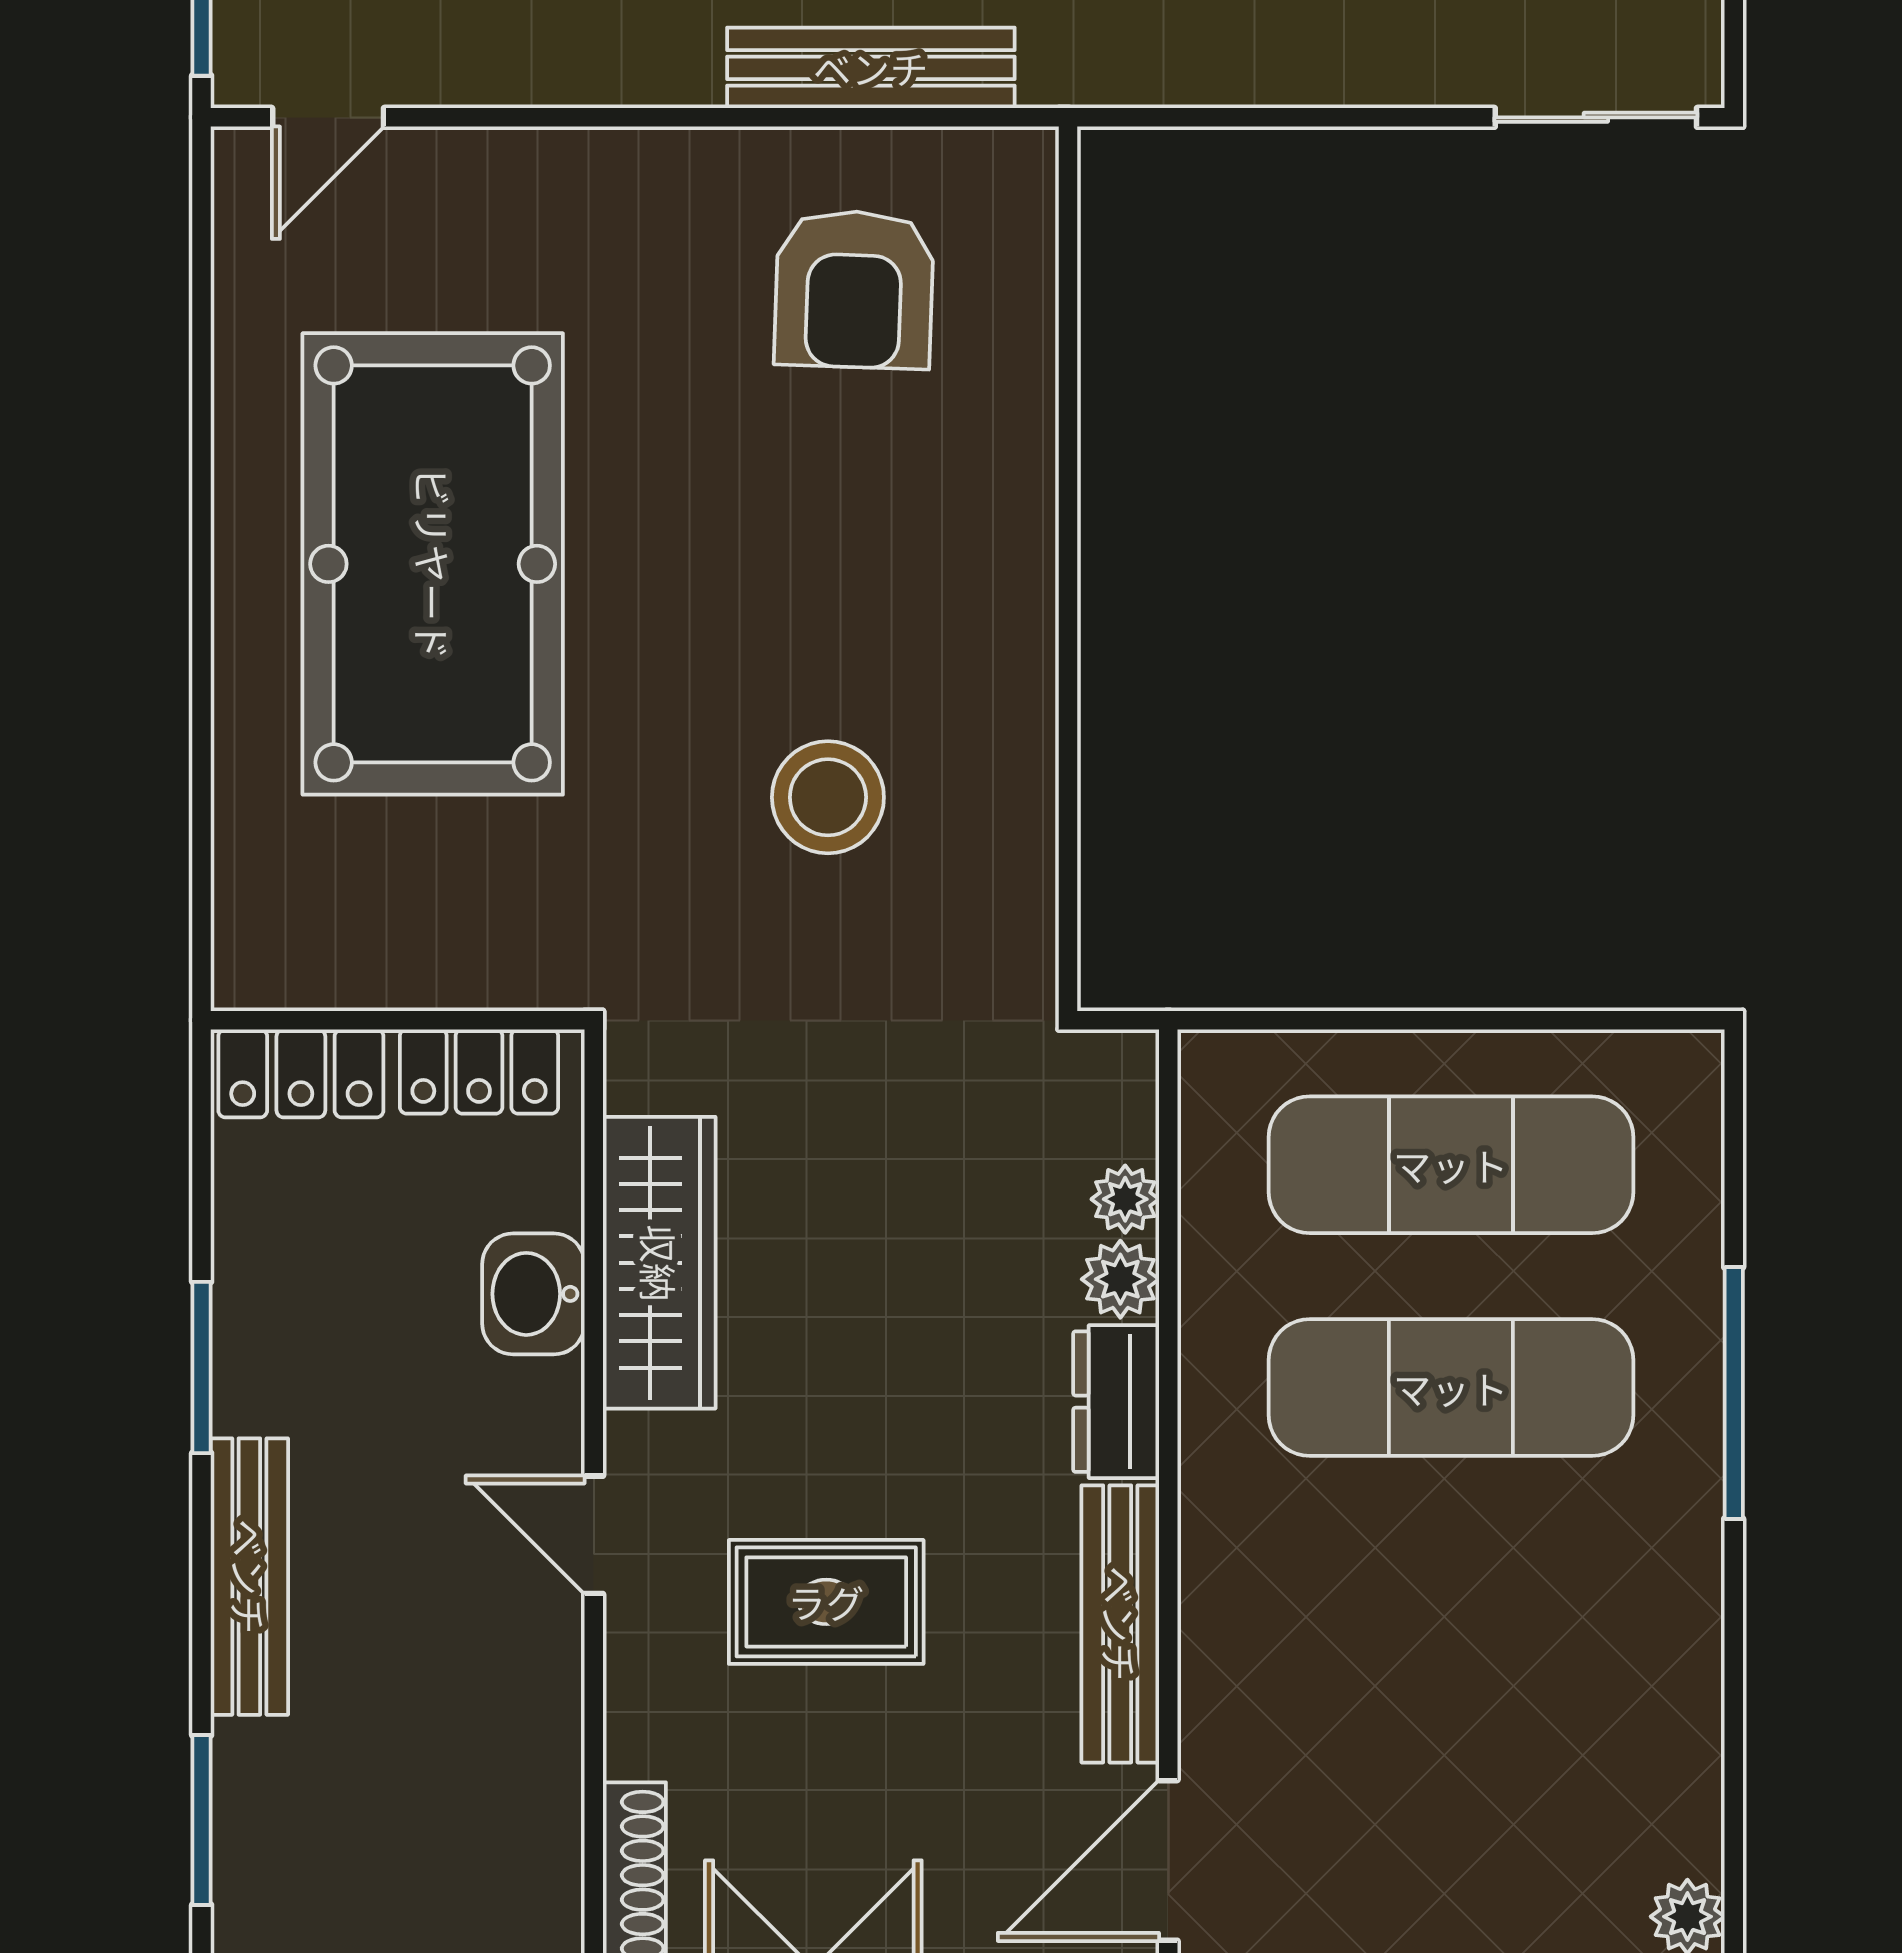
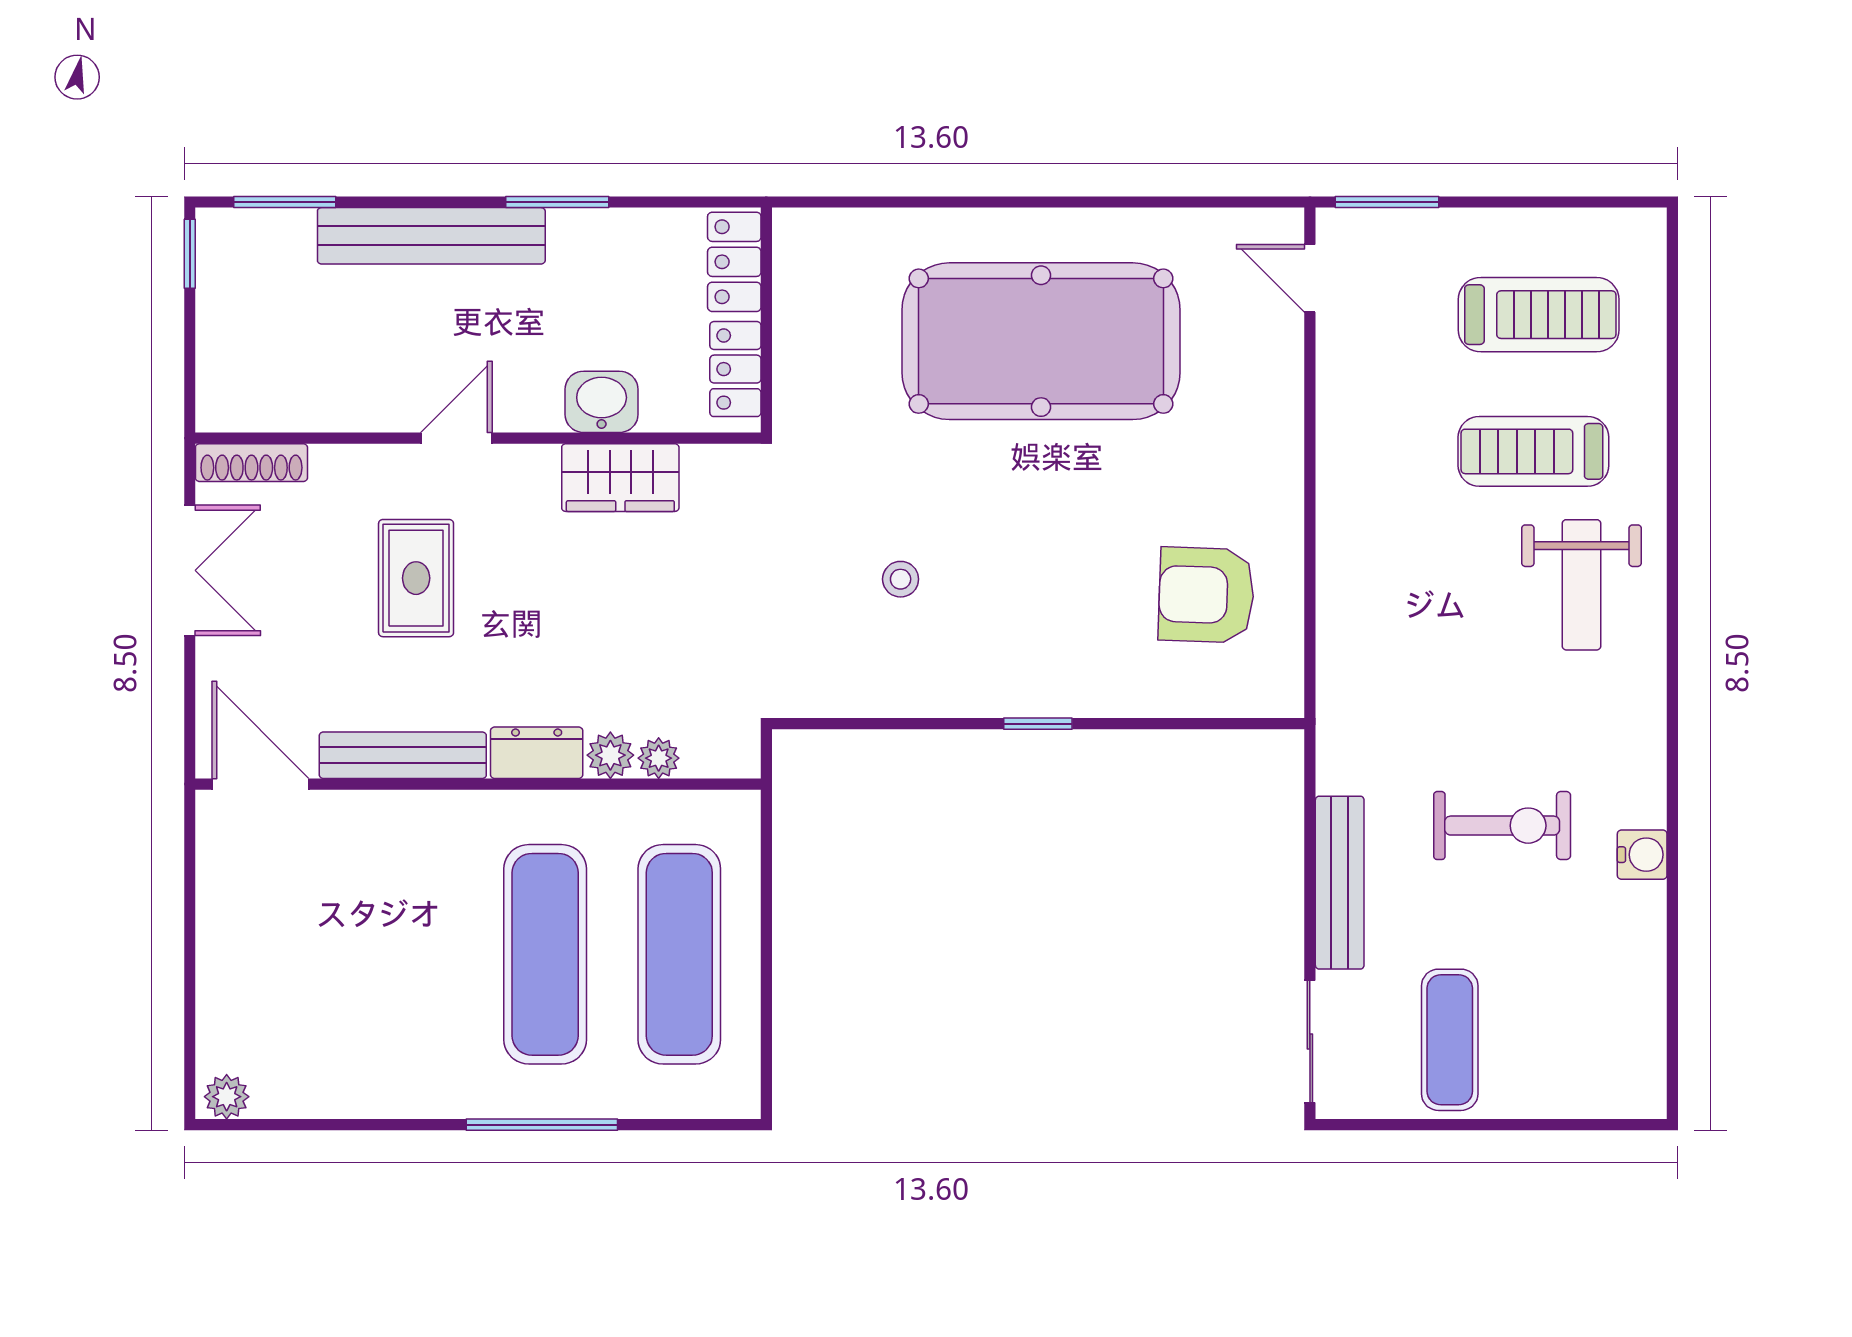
bench: (871, 68) -> (1340, 883), moved
window: (1068, 569) -> (1038, 724), added
stool: (828, 797) -> (901, 579), width x0.53, depth x0.53
wardrobe: (659, 1263) -> (620, 478), width x0.67
bench: (249, 1577) -> (431, 236), width x1.37, depth x1.21

